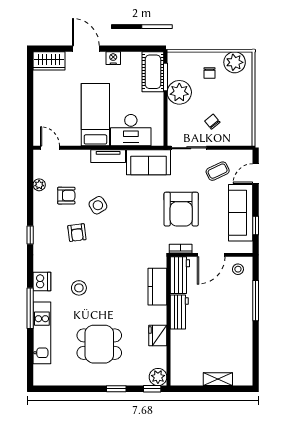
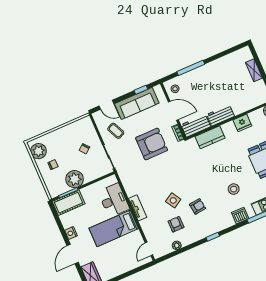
sofa: (148, 162) -> (130, 179), removed

